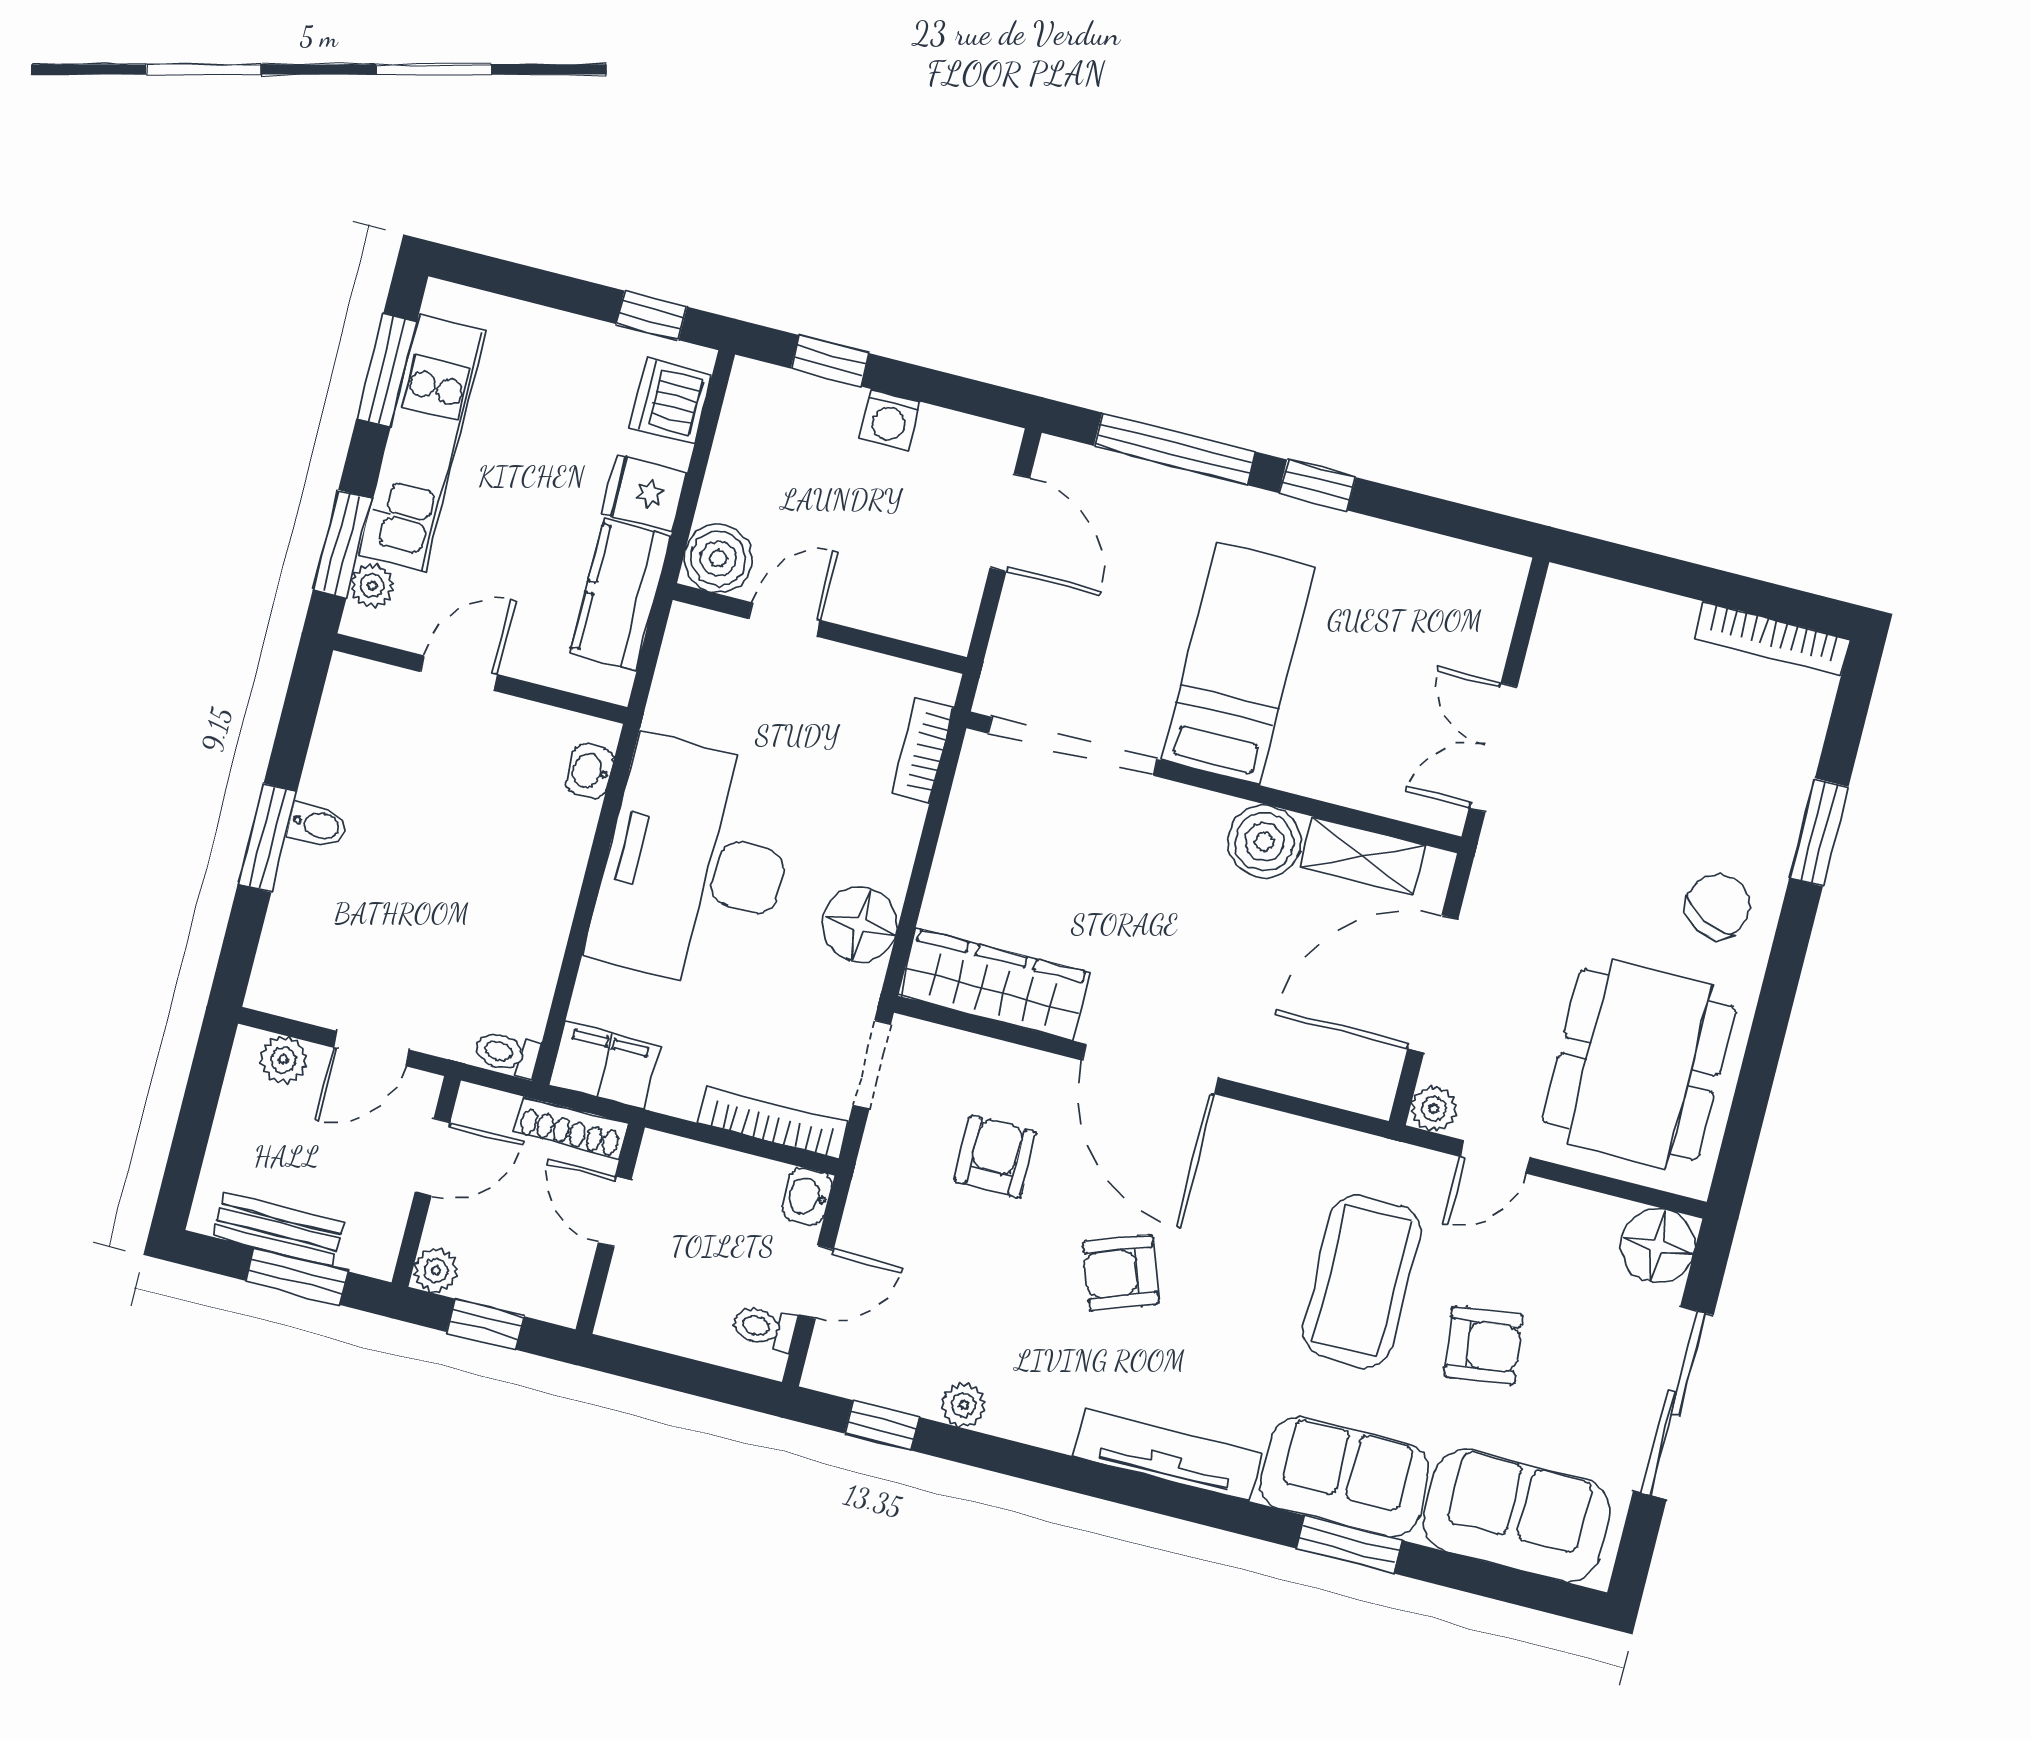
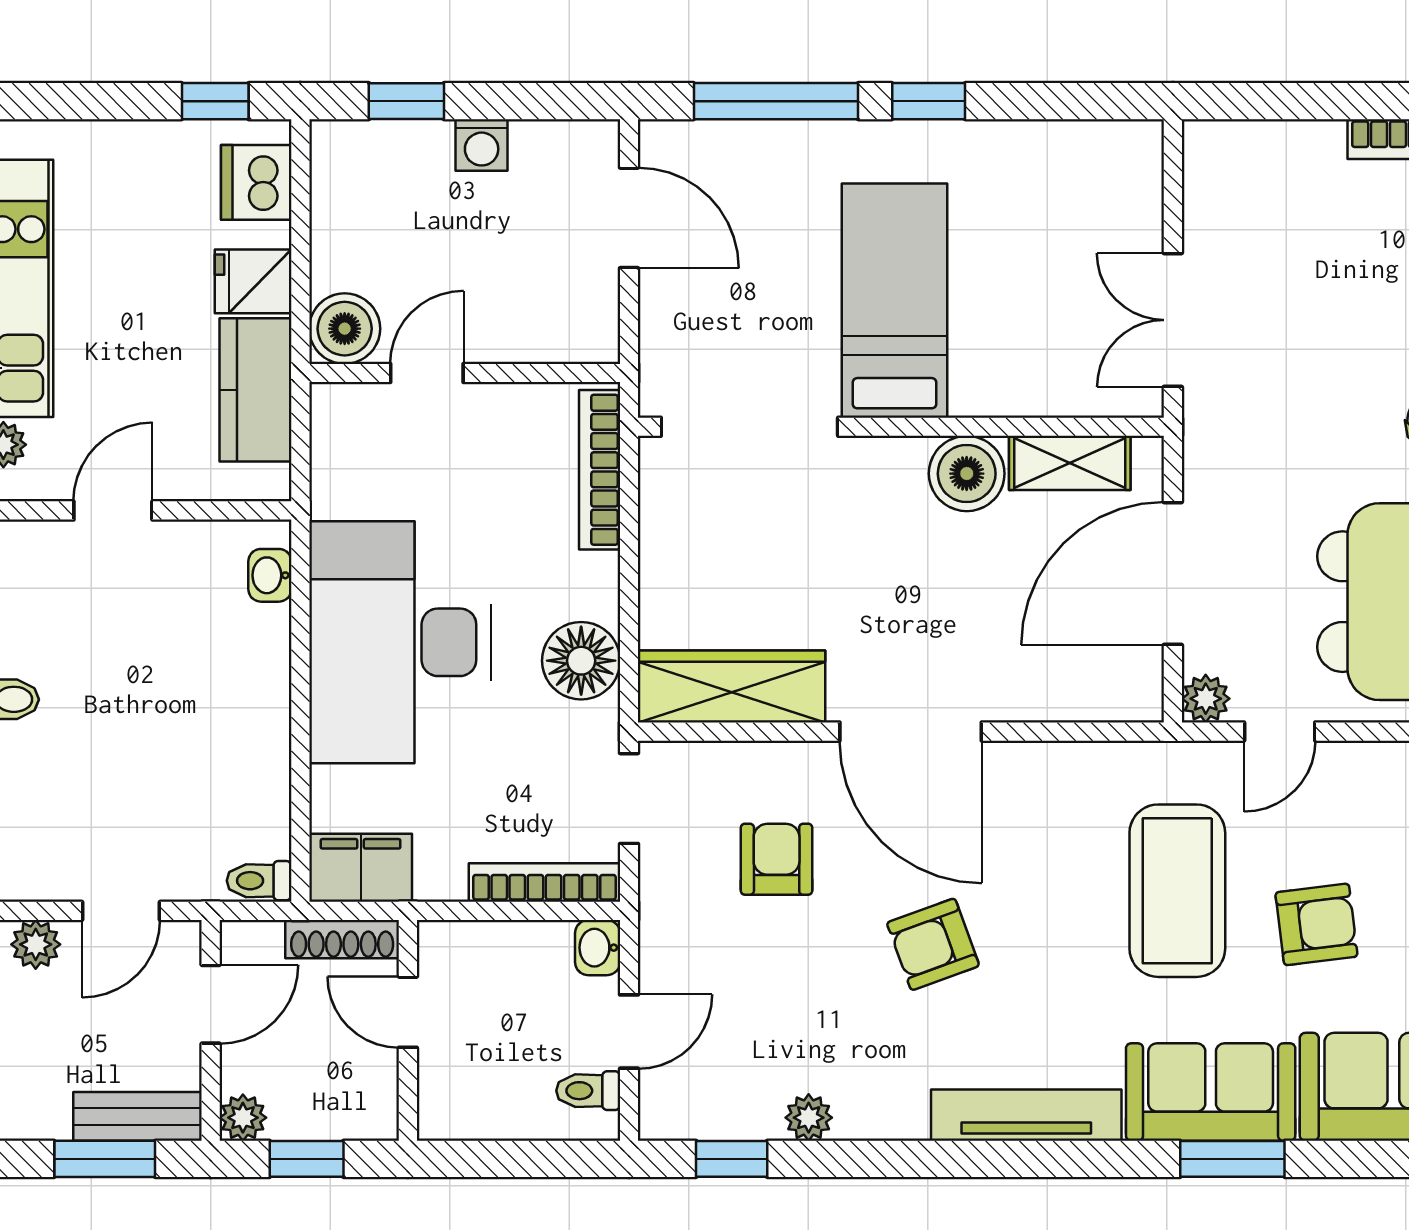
bookcase: (923, 751) -> (600, 470), width x1.56
bench: (279, 1229) -> (138, 1116), moved

